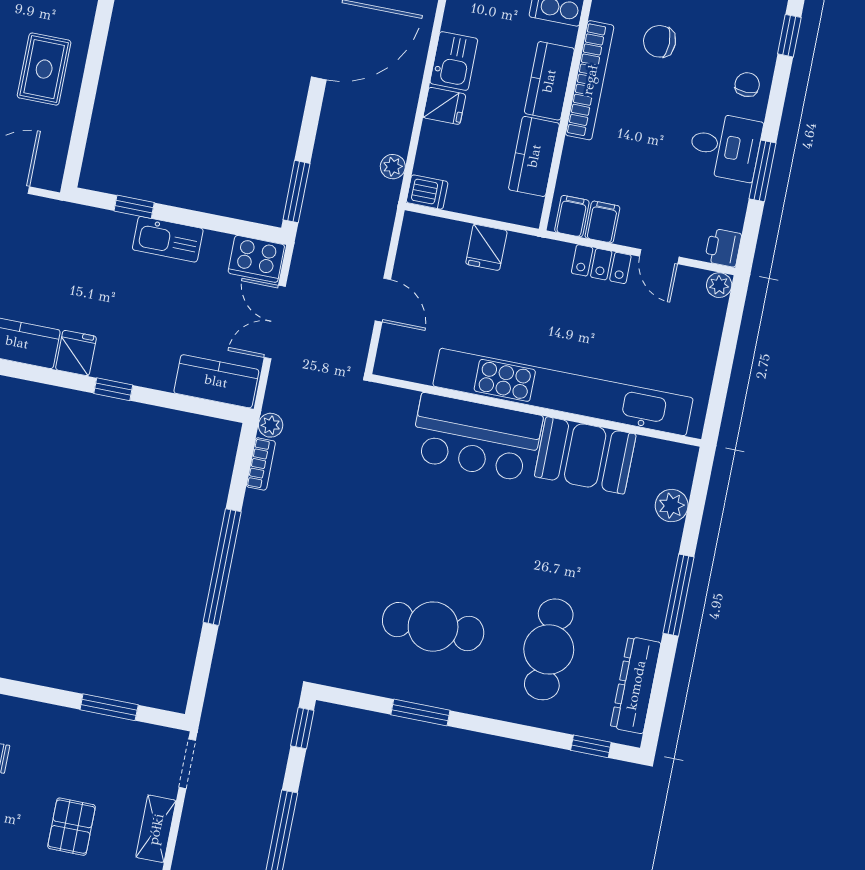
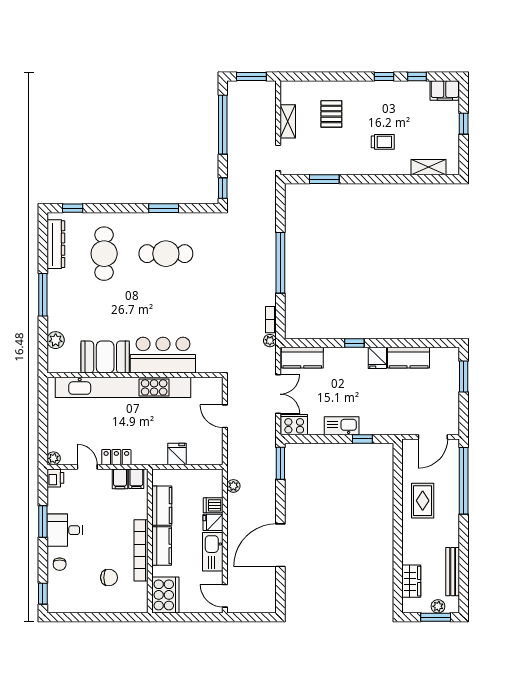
kitchen sink: (454, 61) -> (213, 552), width x1.38
dishwasher: (427, 192) -> (213, 505), moved

